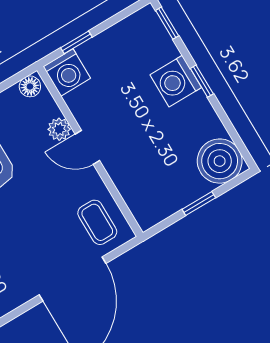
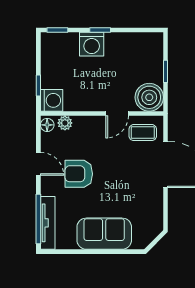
plant: (59, 129) -> (65, 123), moved
door: (87, 147) -> (117, 114), moved
boiler: (220, 161) -> (149, 97), moved

